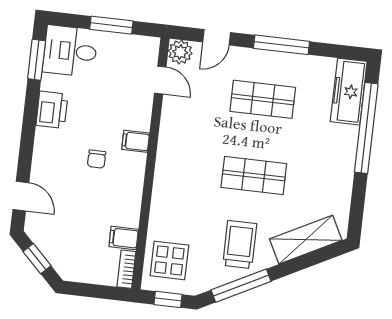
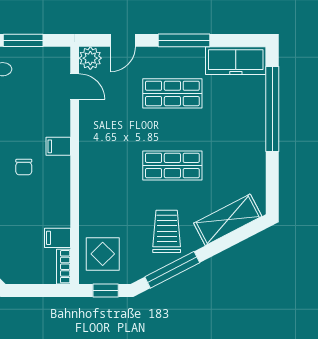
freezer: (349, 92) -> (236, 61), moved, turned -90

